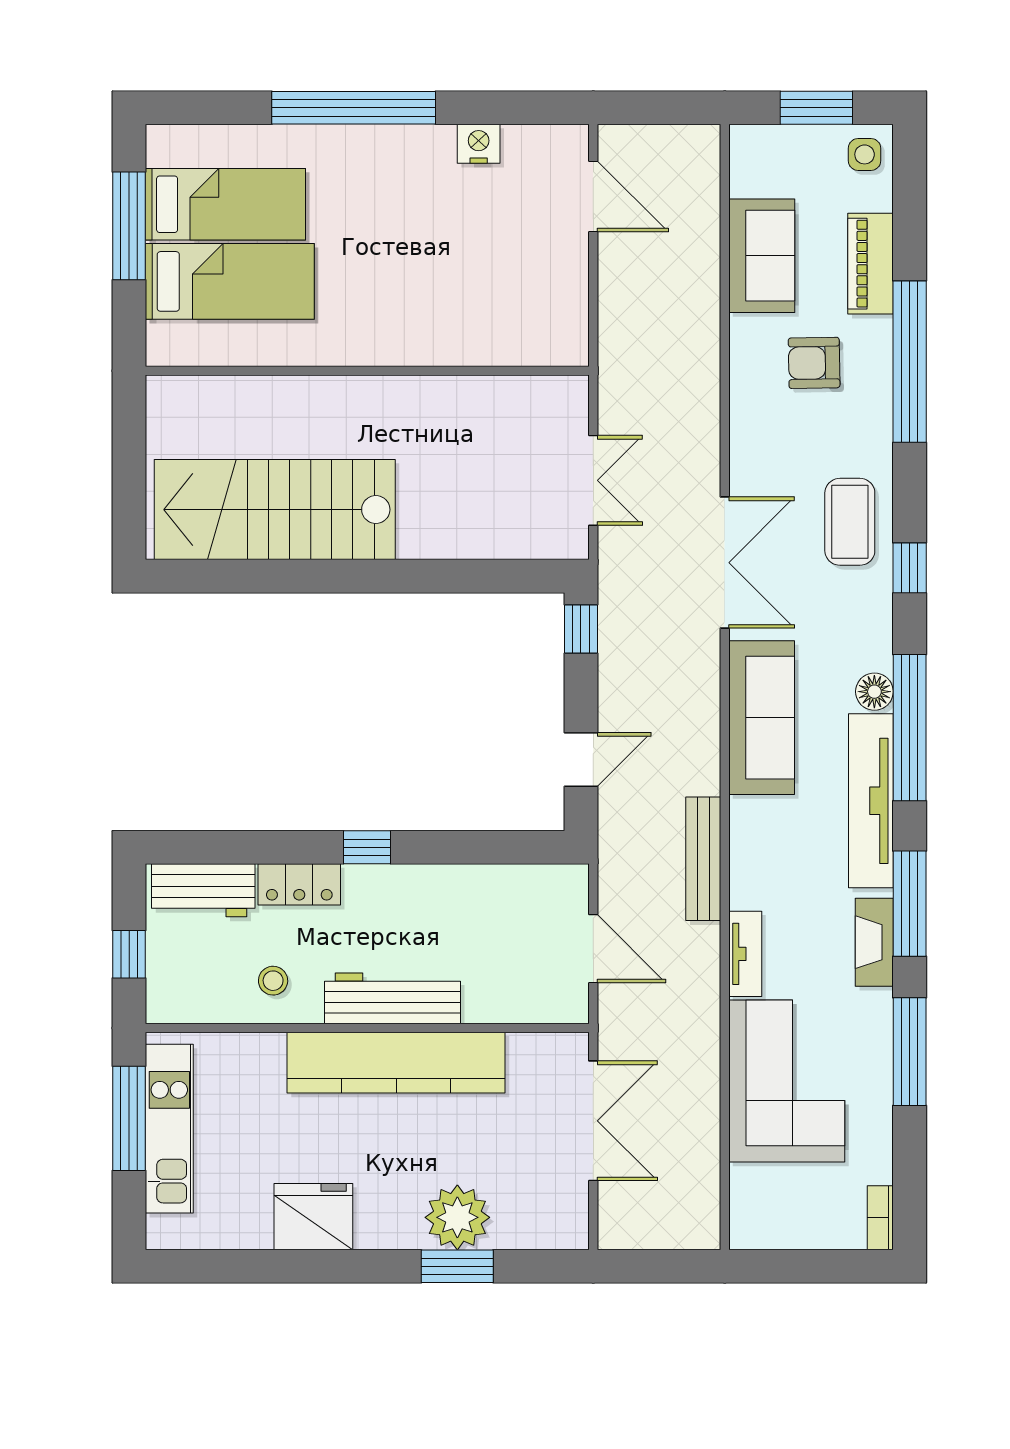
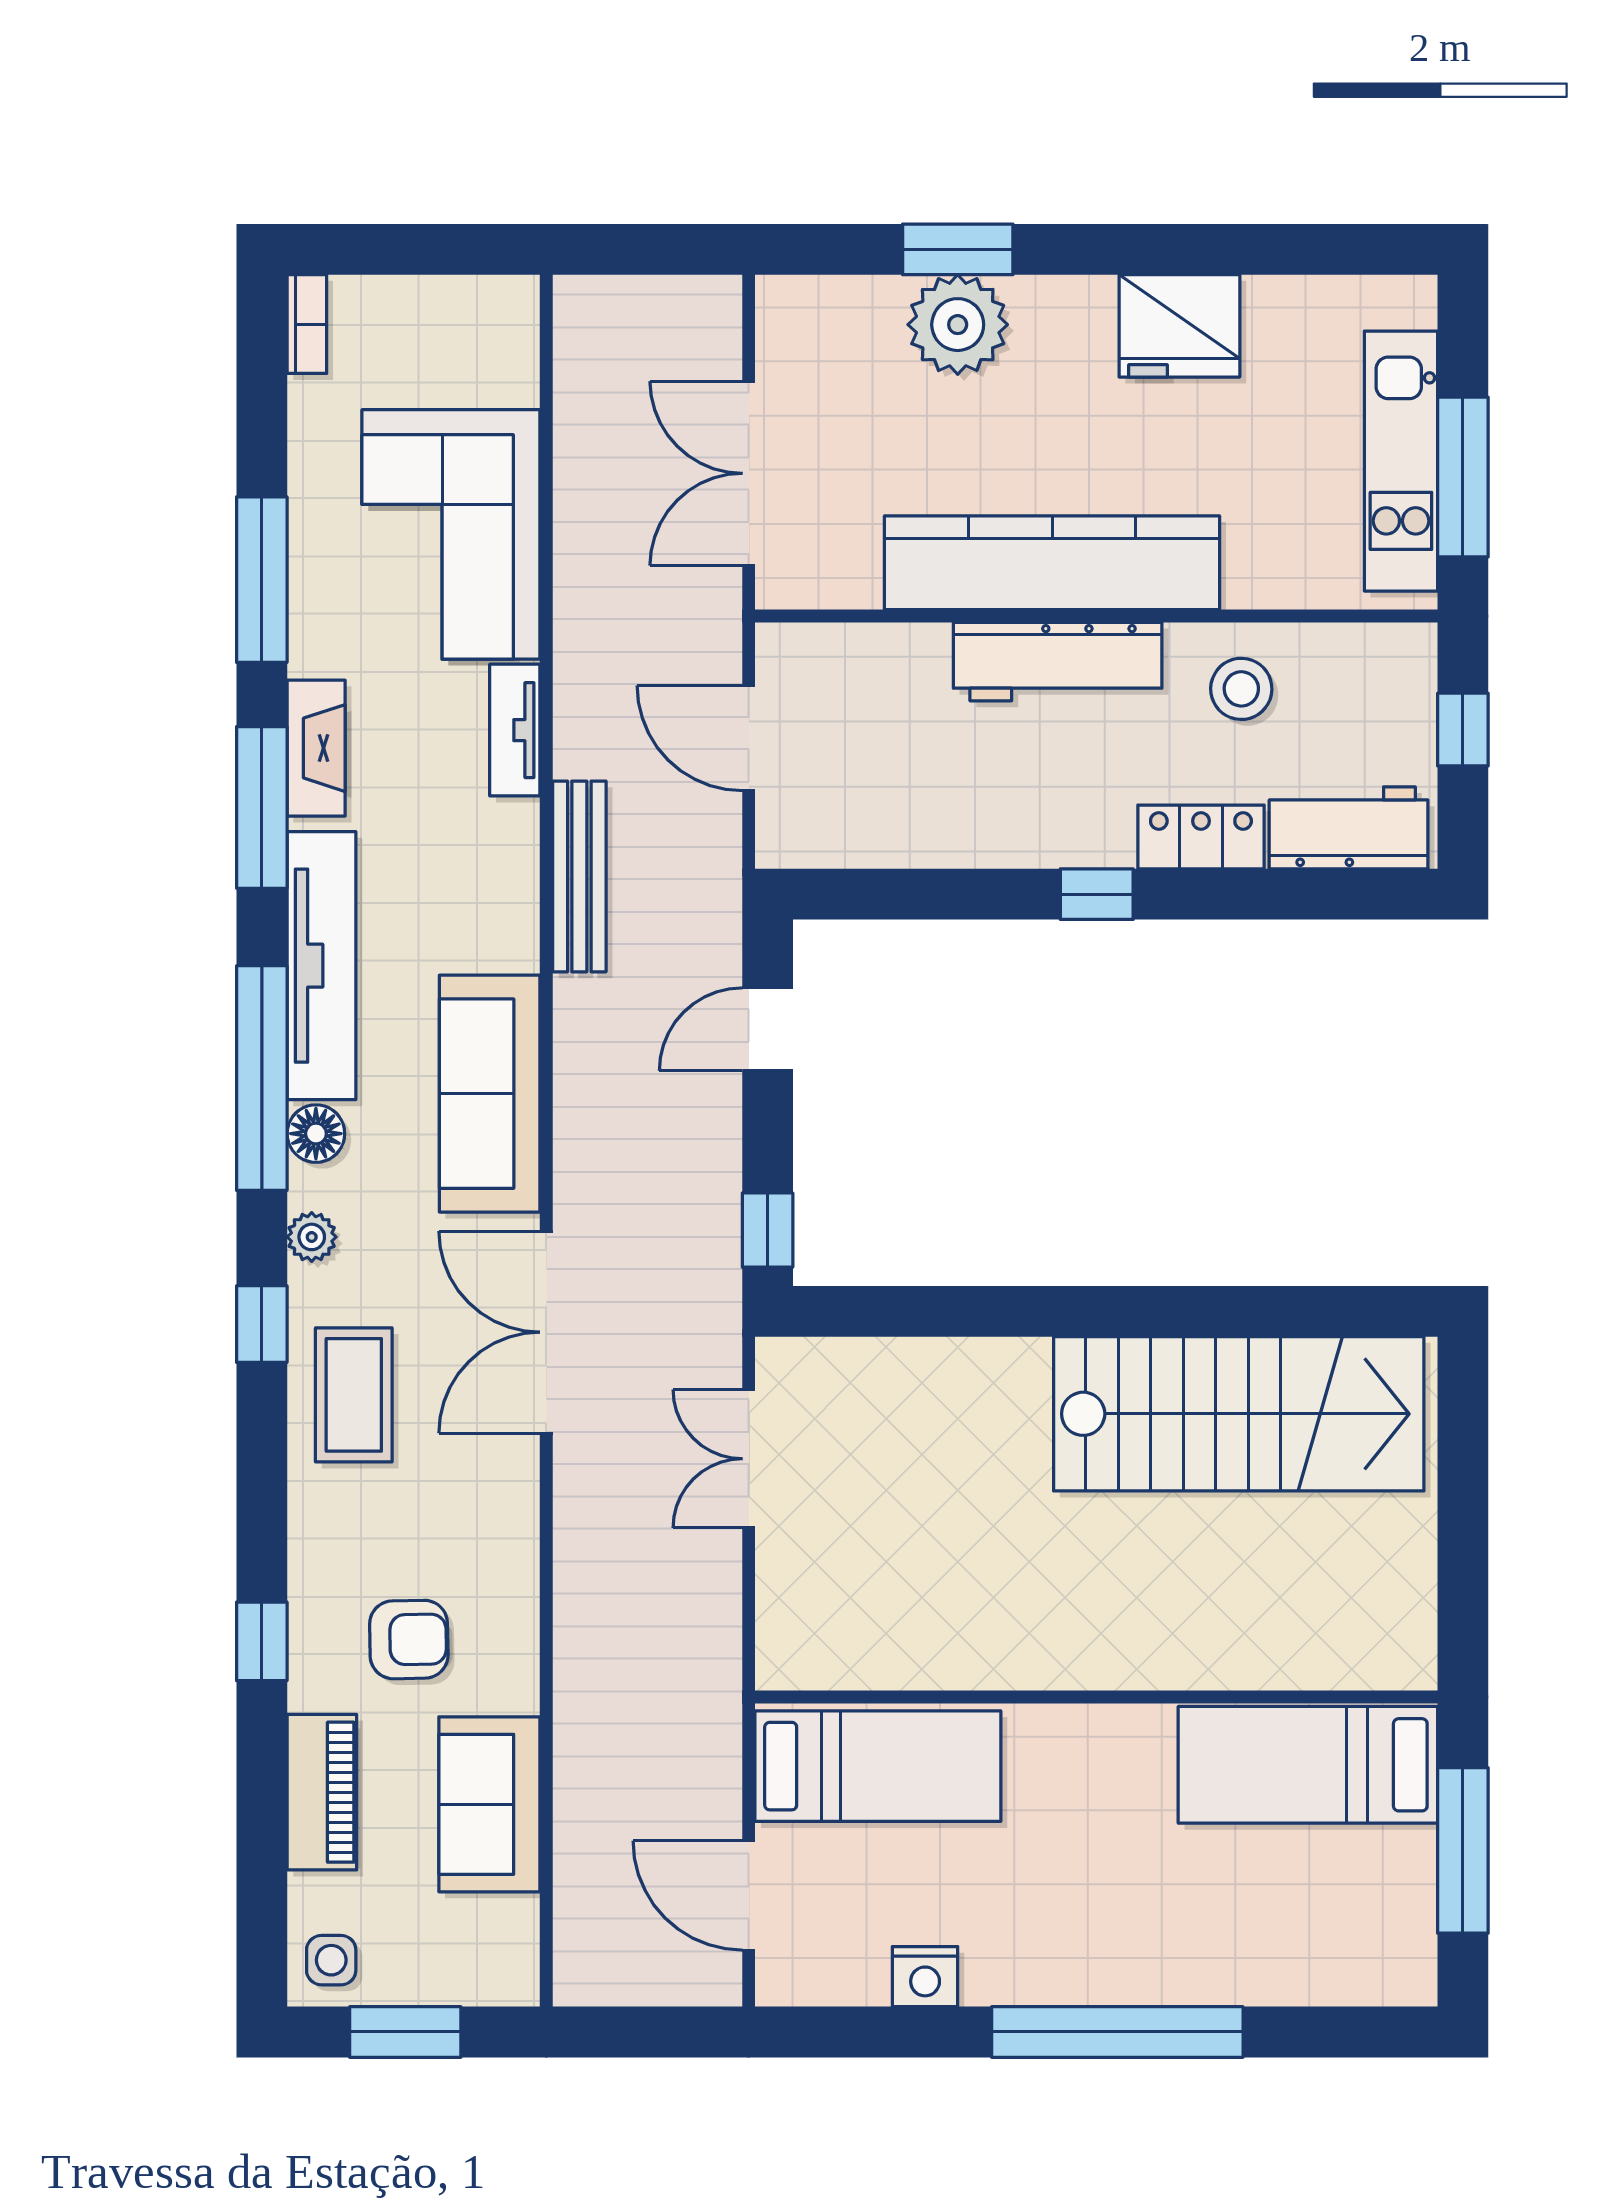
bed: (225, 204) -> (878, 1766), moved, turned 180
window: (910, 362) -> (262, 1641), width x0.32
wall: (367, 371) -> (1096, 1697), moved
plant: (877, 624) -> (312, 1237), added
stool: (273, 981) -> (1241, 689), width x1.37, depth x1.37

